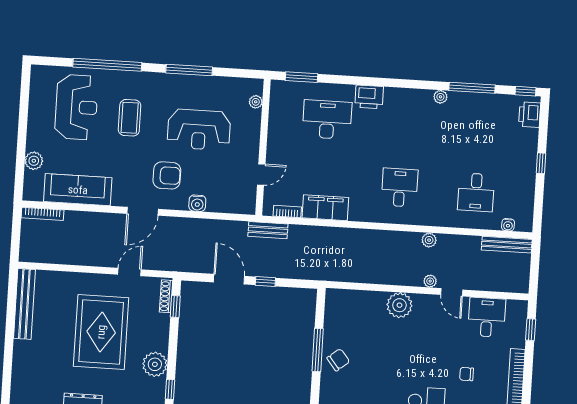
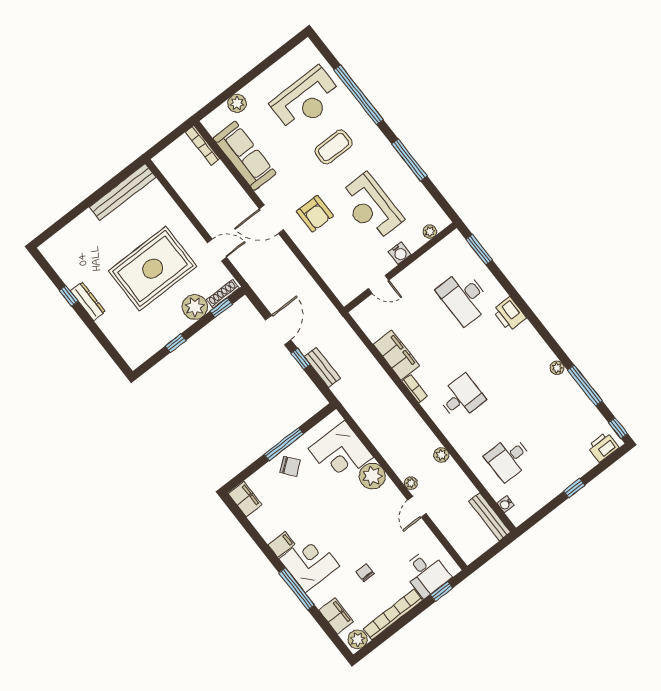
desk: (327, 119) -> (464, 297), turned 180
water cooler: (197, 203) -> (400, 253), moved, turned -90
bookcase: (287, 212) -> (415, 389), moved
bench: (268, 230) -> (322, 367), moved
corner desk: (362, 313) -> (341, 453), added
desk: (487, 317) -> (426, 573), moved, turned 90
plant: (155, 364) -> (195, 307), moved
window: (170, 389) -> (176, 343), moved

